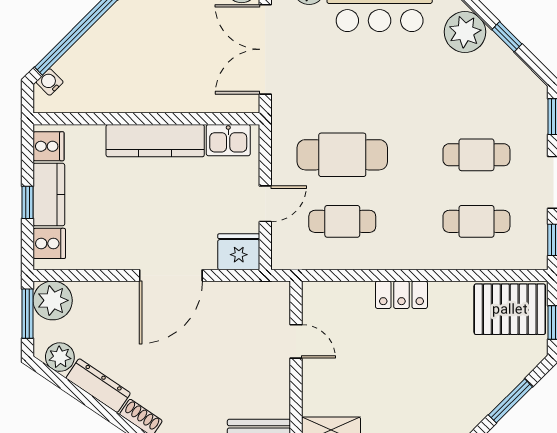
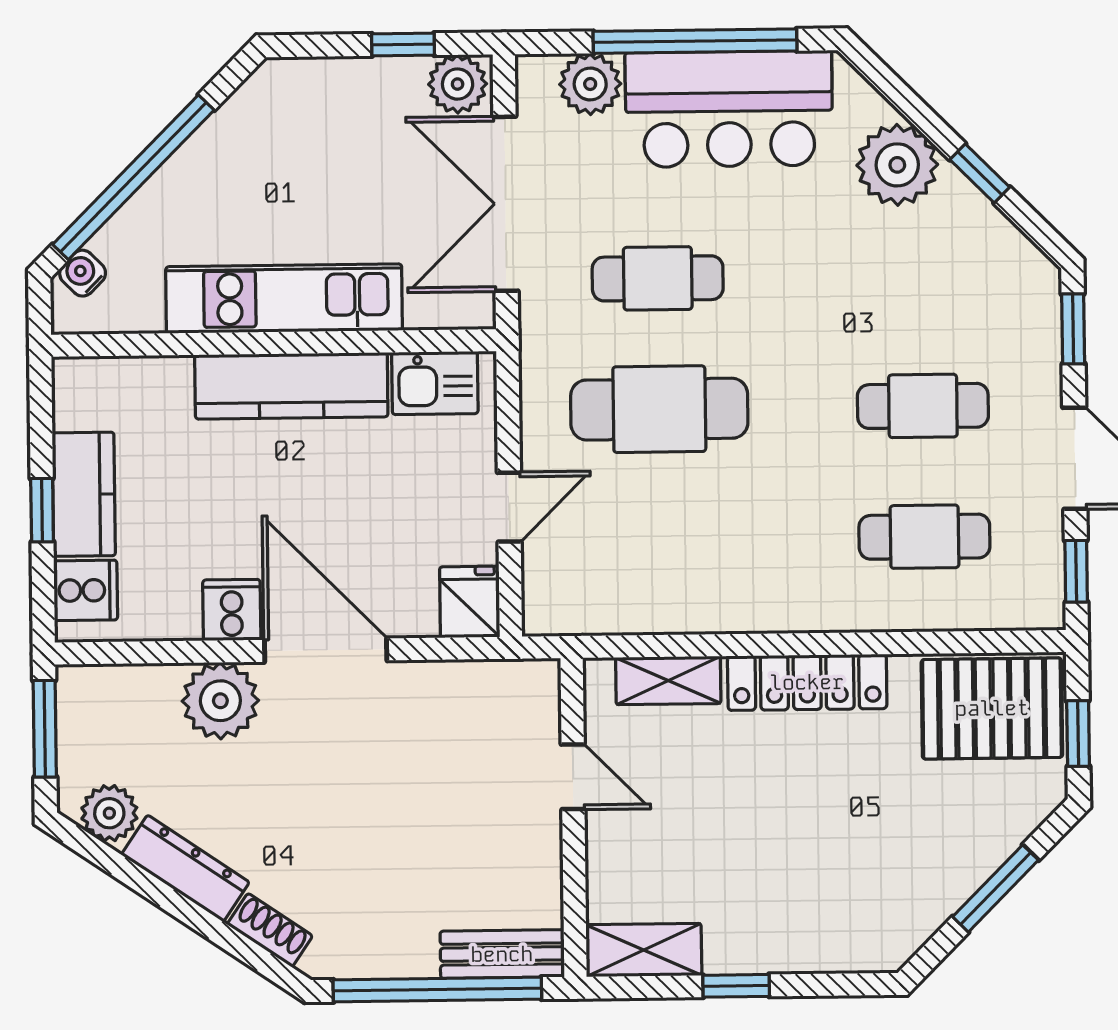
kitchen unit: (152, 96) -> (284, 299), added
cooker: (49, 146) -> (232, 610), moved, turned -90
cafe table: (342, 221) -> (658, 278), moved
fridge: (239, 252) -> (470, 602), width x0.72
door: (171, 275) -> (326, 650), swing flipped
shelving: (345, 293) -> (668, 681), added
locker: (401, 295) -> (807, 682), width x1.53
plant: (53, 300) -> (220, 701), moved

